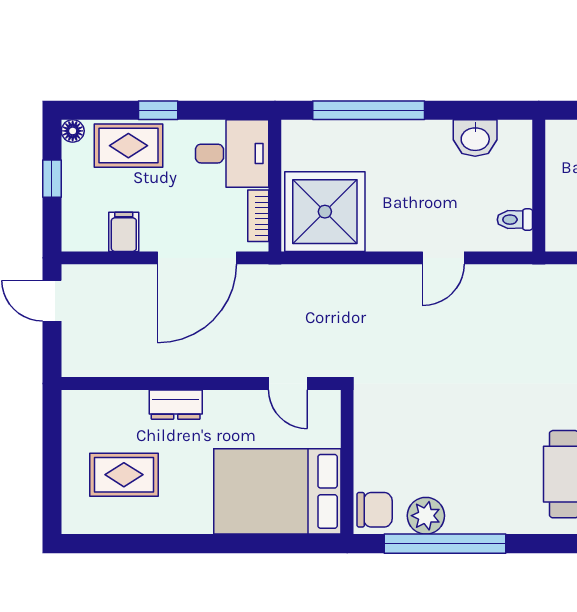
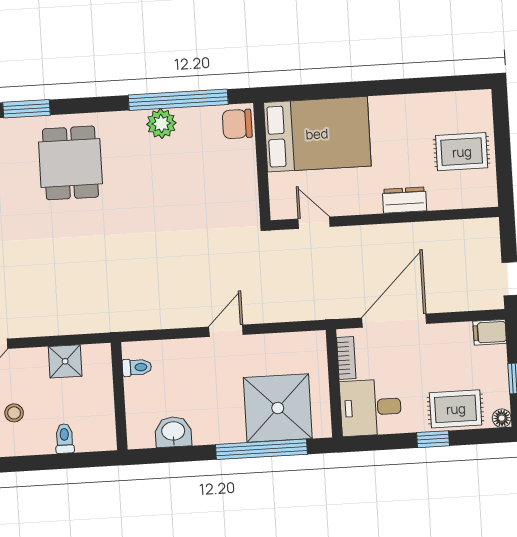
shower: (325, 212) -> (278, 408), moved
filing cabinet: (124, 232) -> (490, 332), moved, turned 90
door: (443, 258) -> (226, 331), moved
rug: (124, 475) -> (462, 152), moved
plant: (426, 516) -> (161, 124), moved

